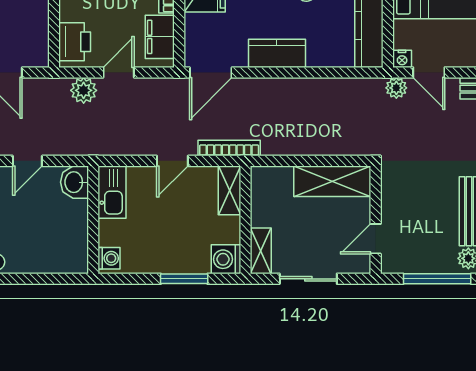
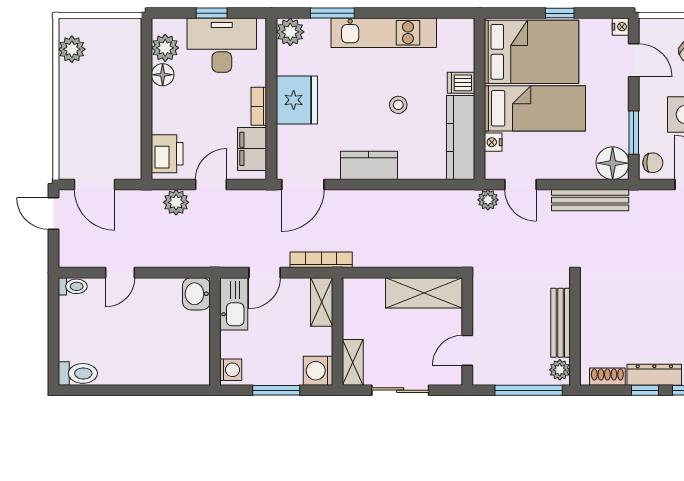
nightstand: (402, 59) -> (493, 142), moved, turned 90
washbasin: (75, 182) -> (196, 294), moved
kitchen sink: (112, 192) -> (234, 304), moved
wall: (93, 220) -> (215, 331), moved
washing machine: (109, 258) -> (231, 370), moved

